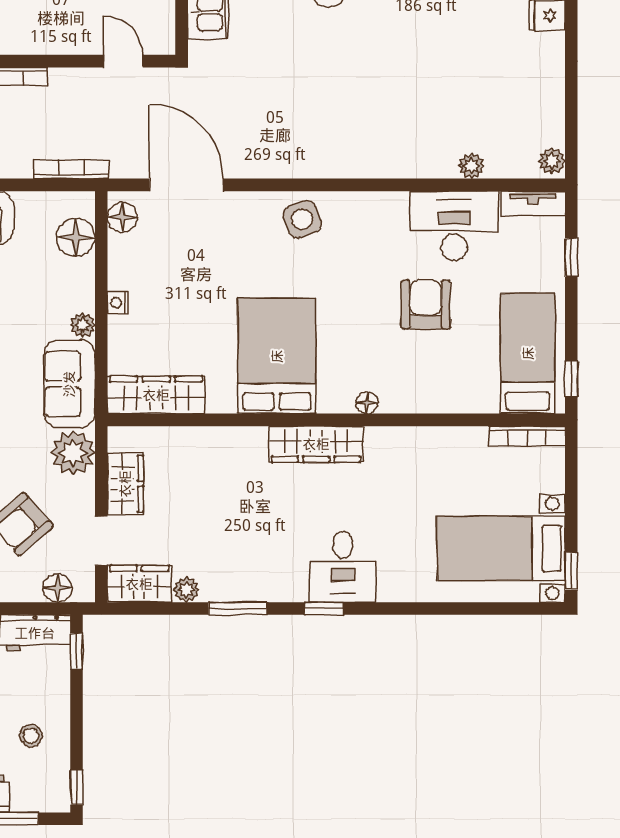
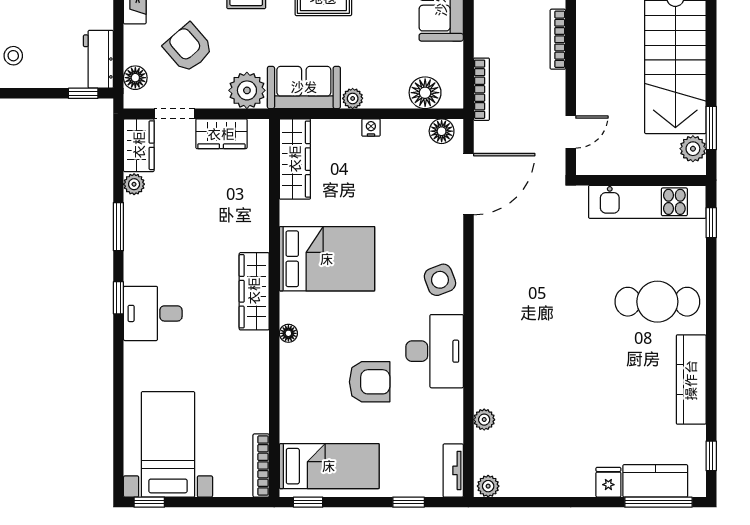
desk: (454, 226) -> (435, 351), moved

